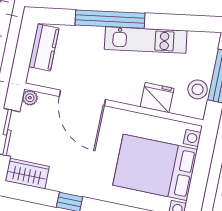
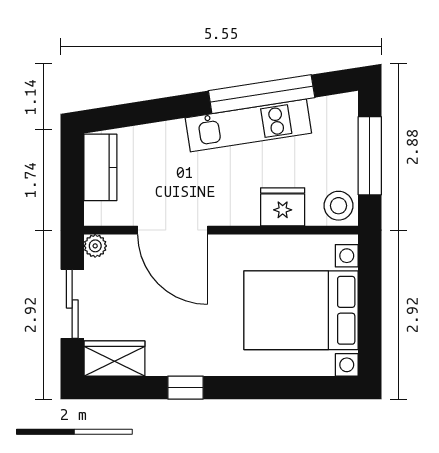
window: (110, 19) -> (262, 94), moved
stool: (198, 89) -> (338, 206), moved

